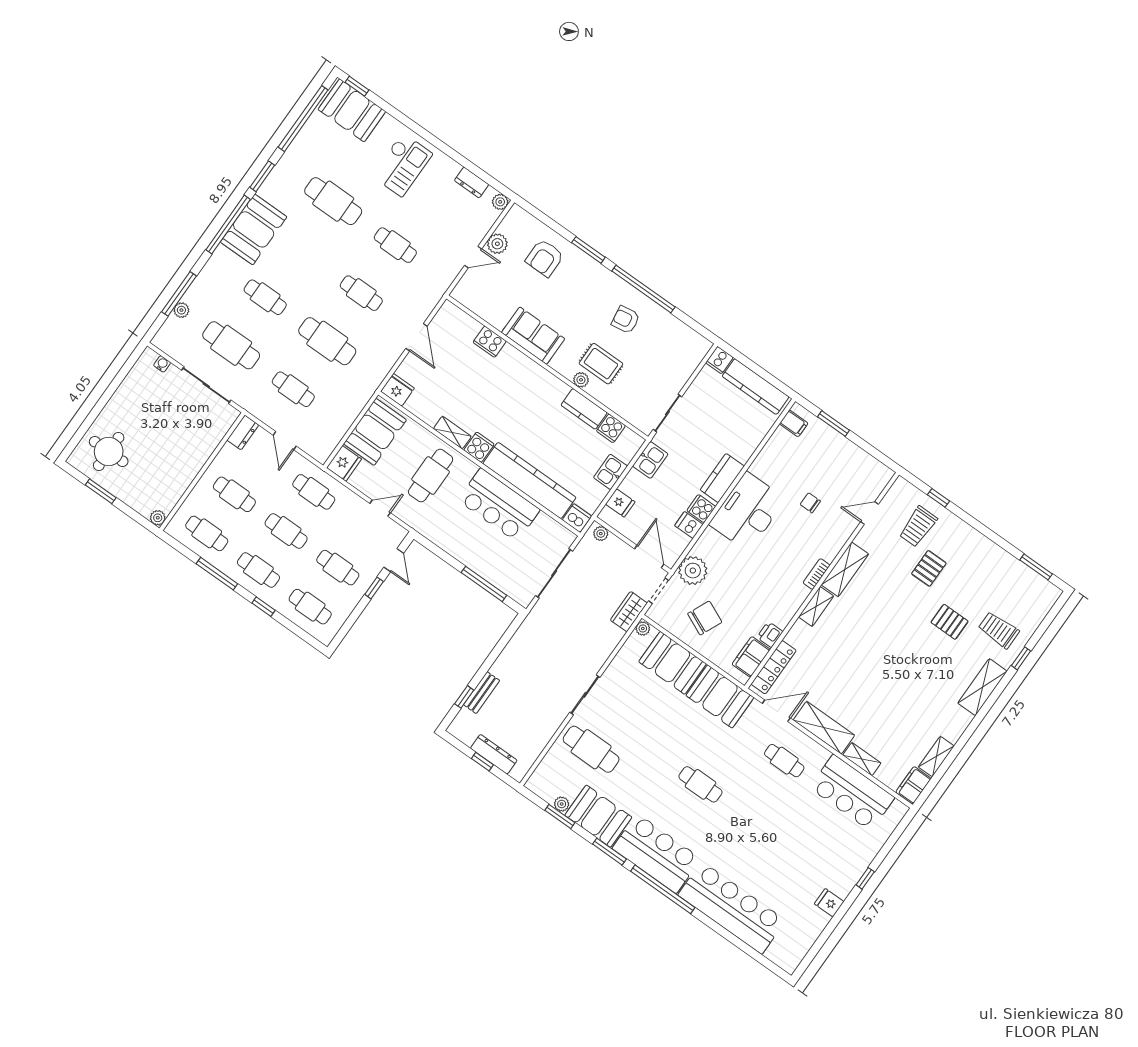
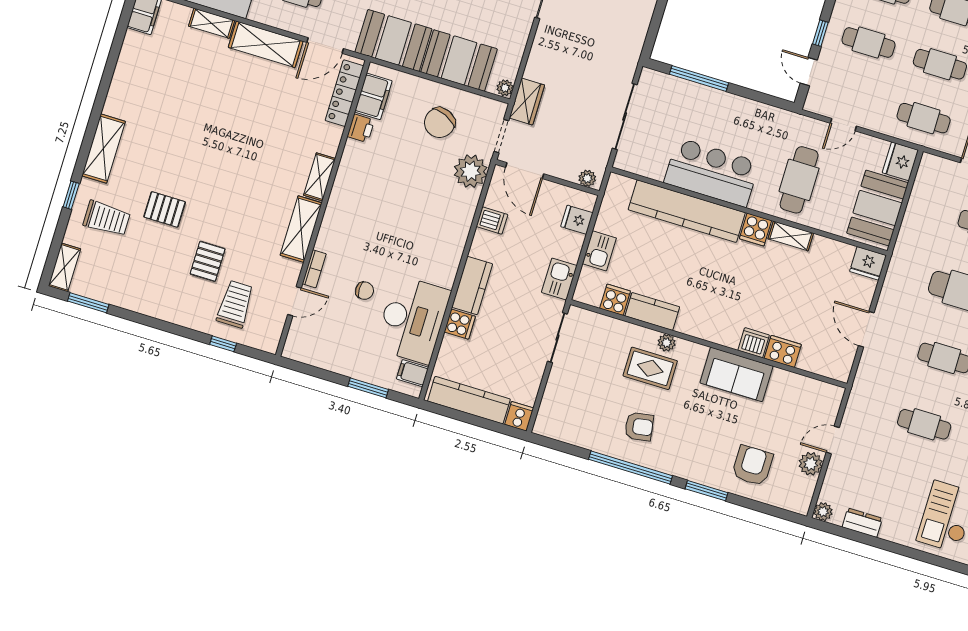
cooker: (701, 509) -> (460, 324), moved
desk: (747, 512) -> (413, 320), moved
dishwasher: (577, 518) -> (754, 343), moved, turned 180
bookcase: (817, 574) -> (314, 269), moved
shelving: (936, 757) -> (64, 267), moved

